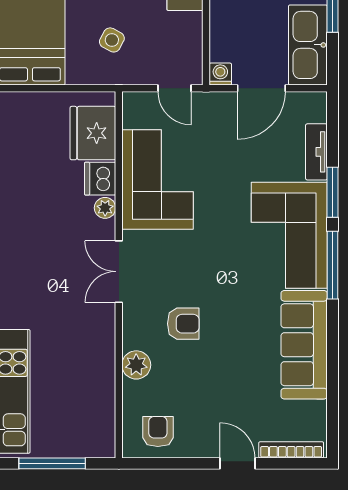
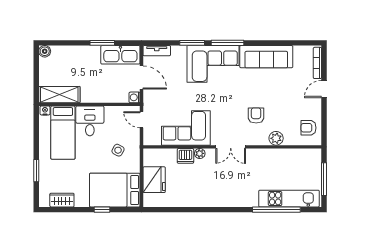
door: (174, 88) -> (142, 120), swing flipped
fridge: (93, 133) -> (154, 180), moved, turned -90
tv unit: (316, 152) -> (157, 51), moved

